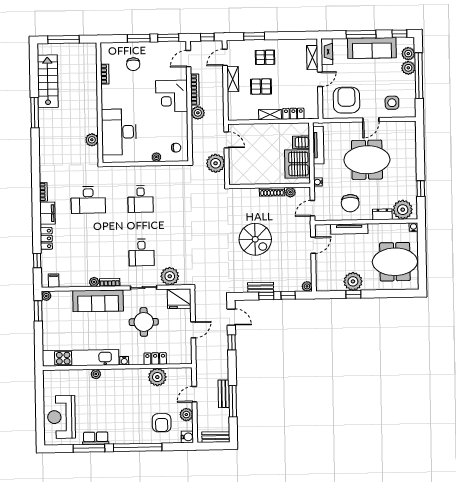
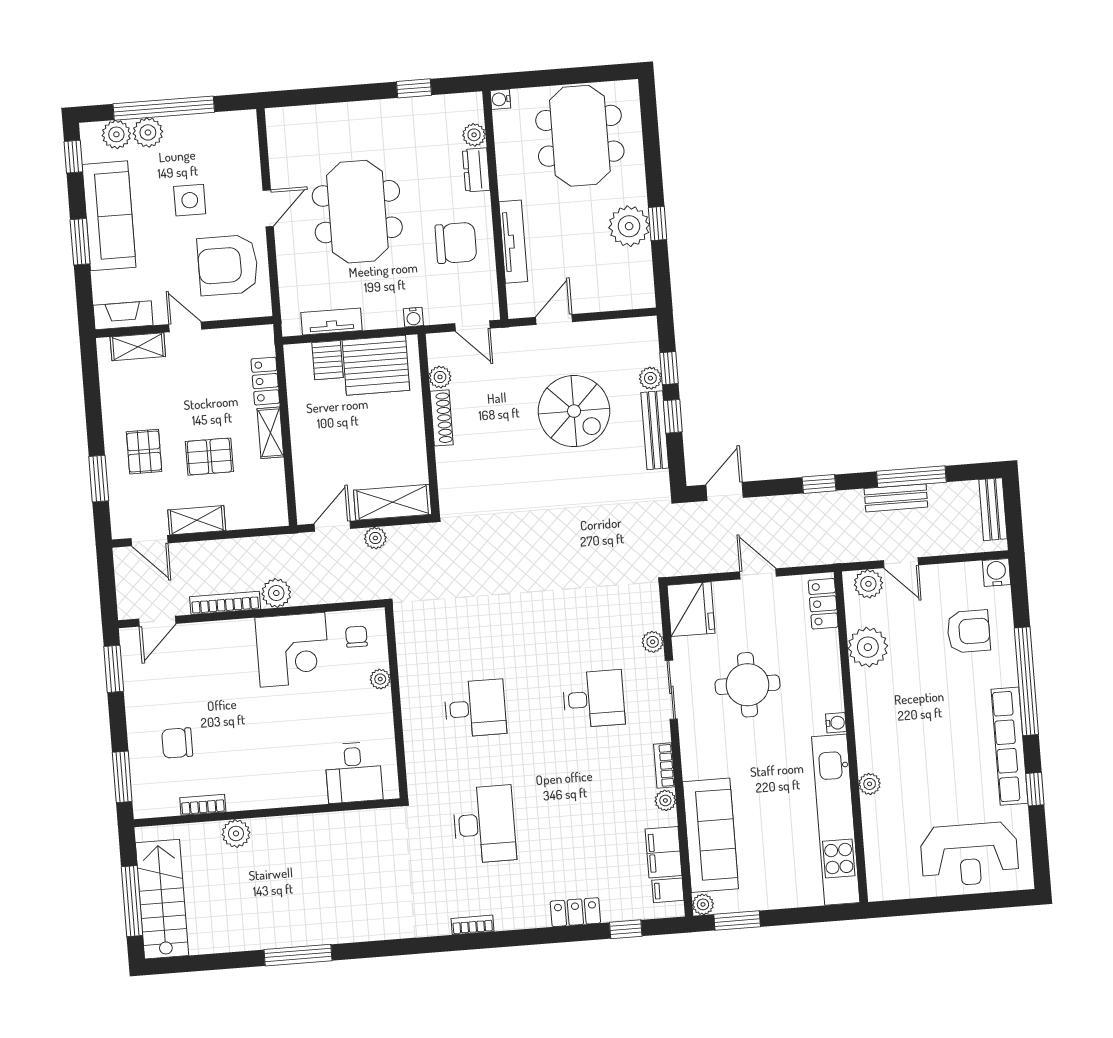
window: (361, 34) -> (80, 242), width x0.69
window: (207, 37) -> (107, 582), removed
window: (139, 38) -> (122, 777), moved
door: (188, 59) -> (157, 621), hinge flipped
chair: (133, 64) -> (177, 743), turned 180
stairs: (48, 81) -> (162, 899), moved, turned 90
pallet: (261, 87) -> (209, 457), turned 90
corner desk: (172, 96) -> (293, 650), moved
side table: (392, 103) -> (190, 200), moved
door: (371, 120) -> (268, 208), hinge flipped
desk: (119, 132) -> (354, 773), width x0.53, depth x0.77
plant: (92, 140) -> (236, 833), moved
tv unit: (318, 145) -> (331, 322), width x0.71
plant: (216, 163) -> (375, 538), width x0.53, depth x0.53
shelving: (235, 168) -> (393, 502), added
plant: (403, 210) -> (474, 135), width x0.53, depth x0.53
filing cabinet: (47, 213) -> (664, 852), moved, turned -90
spiral stairs: (255, 239) -> (574, 411), moved, turned 90
door: (313, 245) -> (554, 319), hinge flipped
plant: (170, 276) -> (653, 642), width x0.53, depth x0.53
plant: (307, 286) -> (650, 378), moved
bench: (261, 287) -> (655, 430), width x1.36
sofa: (98, 301) -> (711, 835), moved
window: (232, 342) -> (819, 484), moved
locker: (155, 359) -> (823, 604), moved
plant: (186, 415) -> (868, 584), moved
row of seats: (96, 438) -> (1009, 746), width x2.02
window: (89, 448) -> (1035, 789), width x0.46

